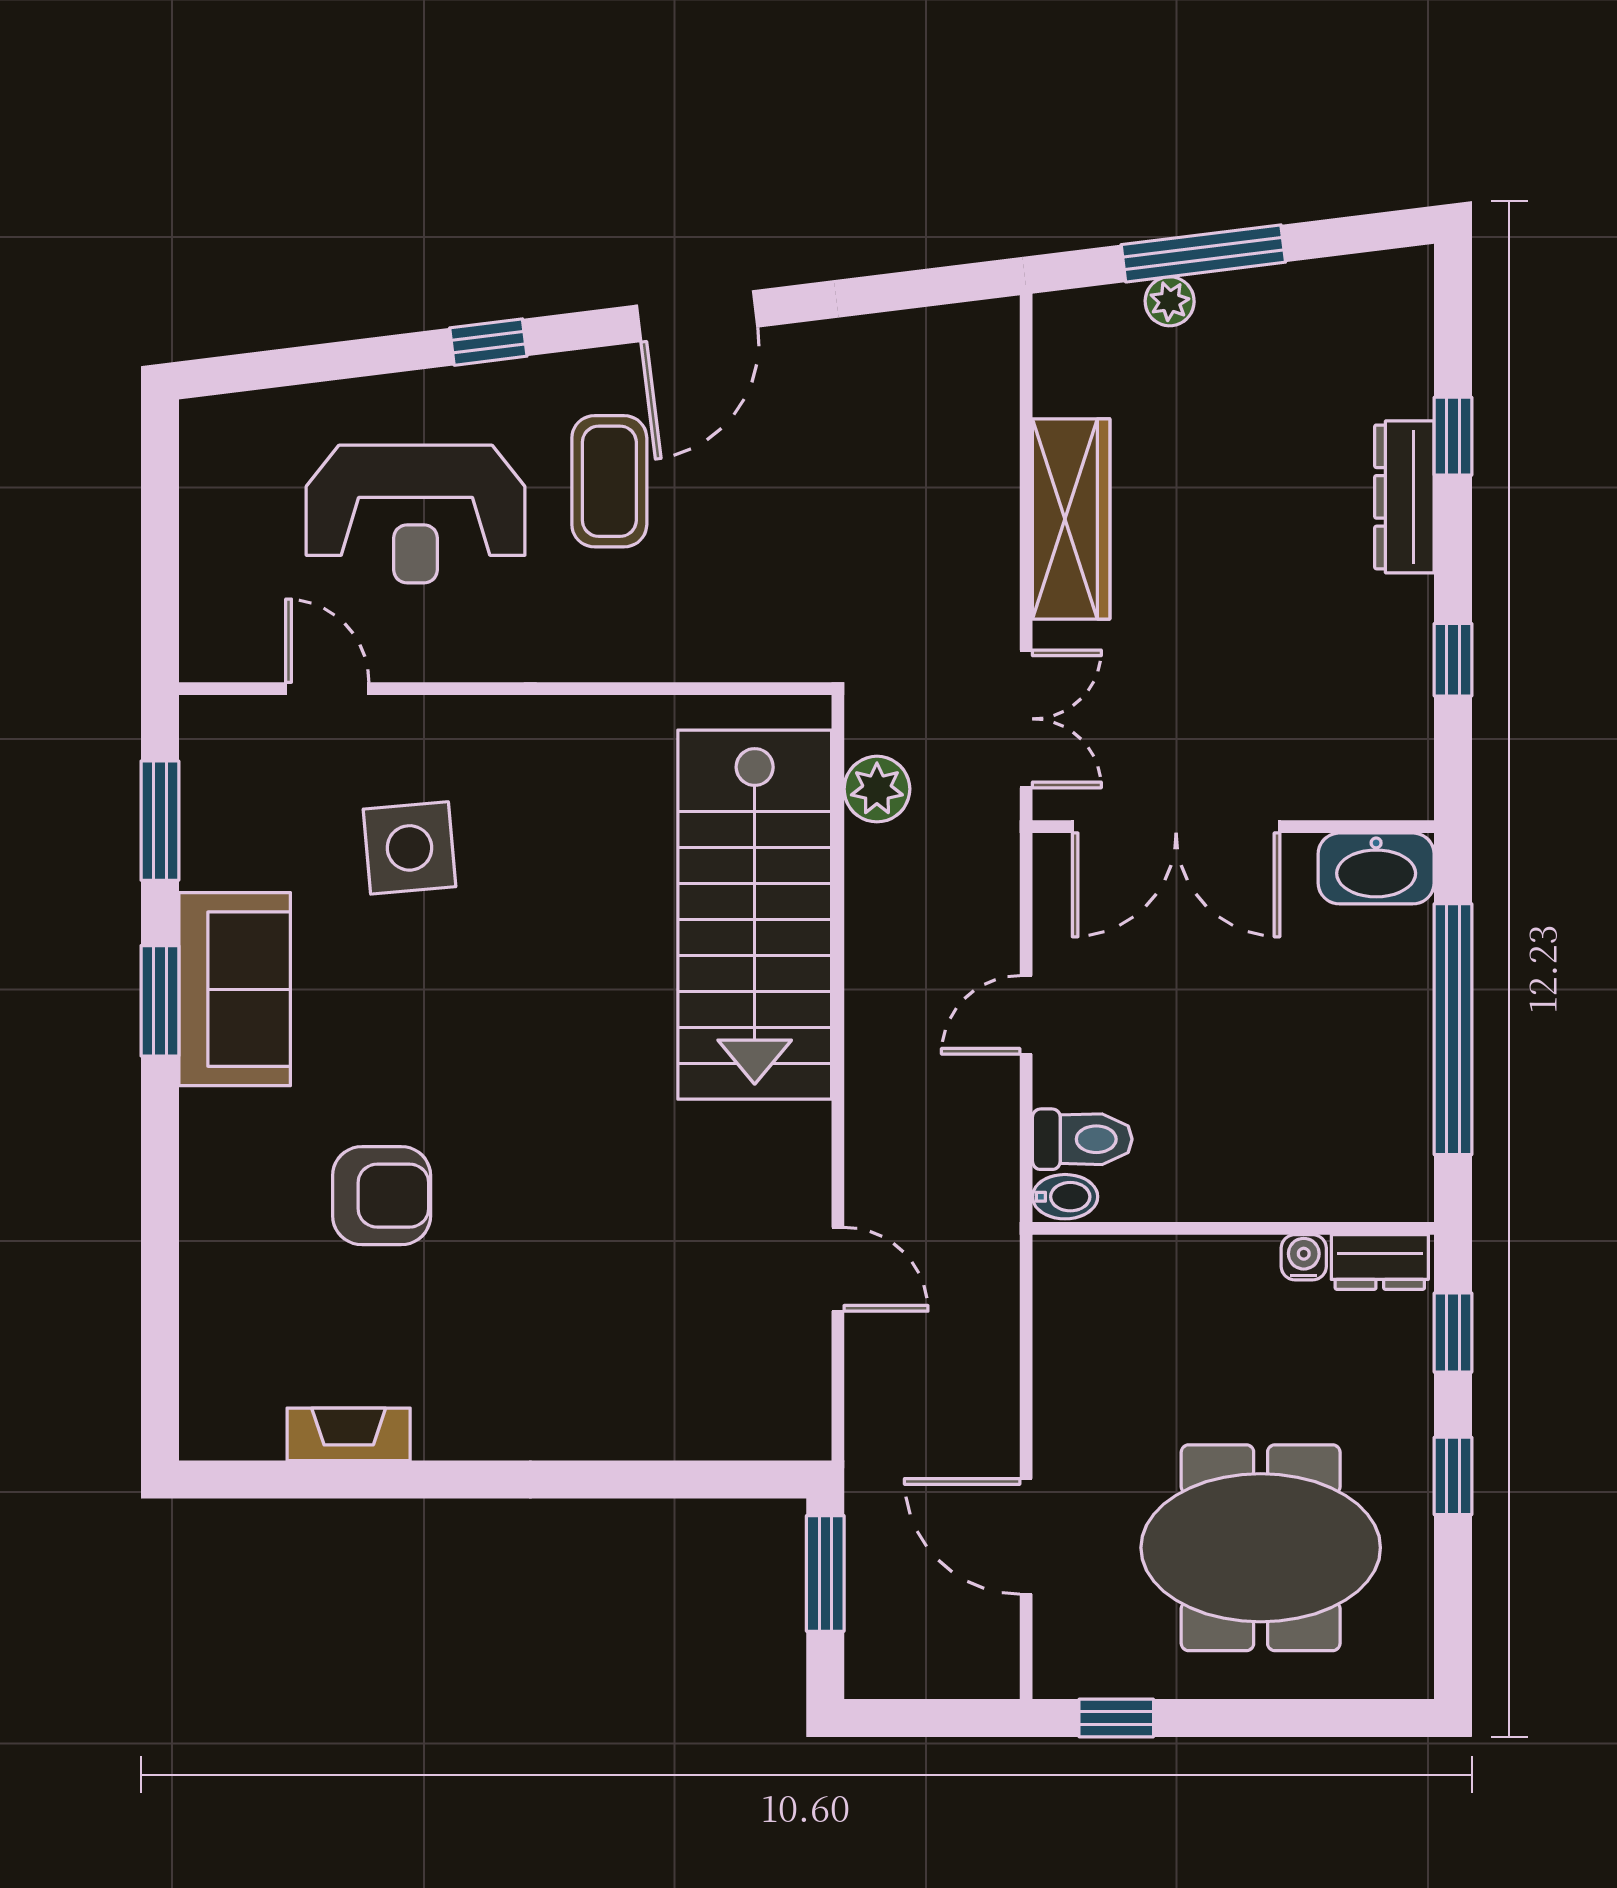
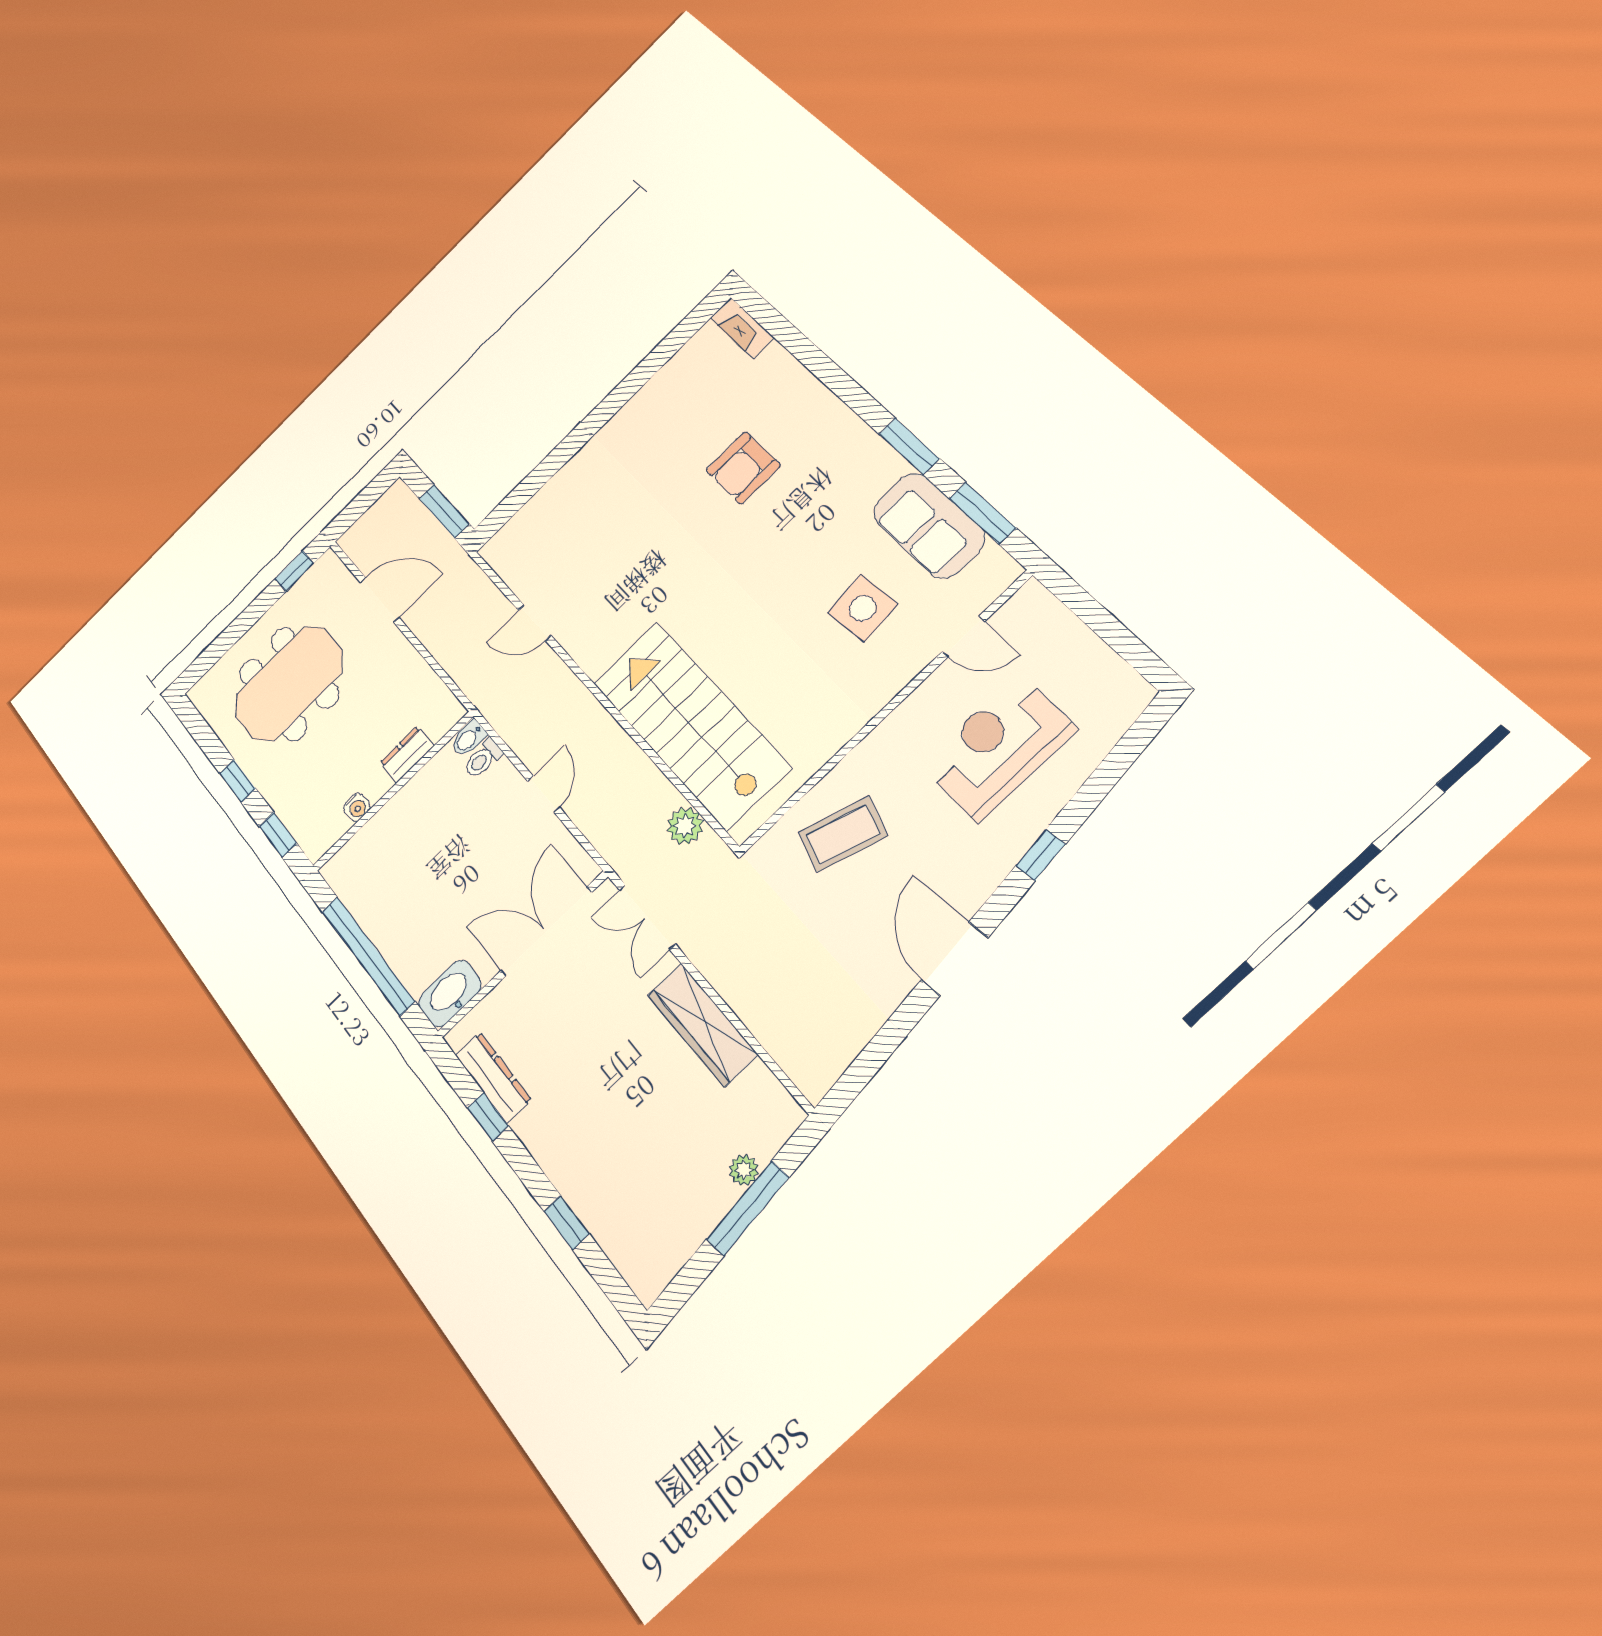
coffee table: (609, 481) -> (843, 834), moved, turned -73
dresser: (1404, 497) -> (493, 1078), moved
sofa: (235, 989) -> (929, 525), moved
toilet: (1082, 1139) -> (483, 759), width x0.73, depth x0.72
dresser: (1380, 1262) -> (407, 755), moved
fireplace: (349, 1434) -> (742, 328), moved, turned 90

